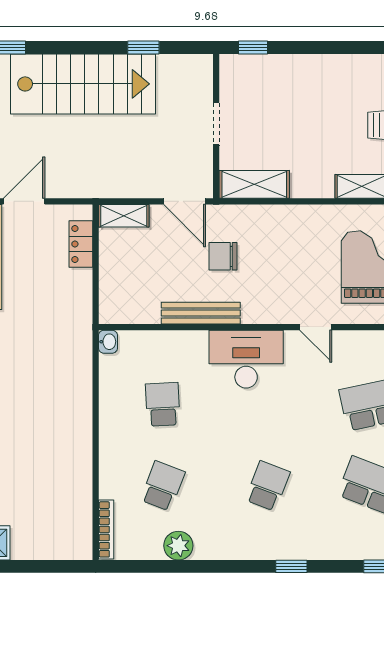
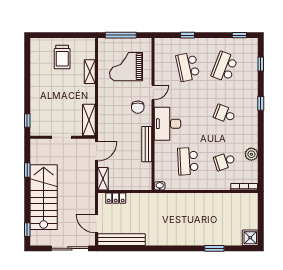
chair: (223, 256) -> (138, 107), moved
school desk: (163, 404) -> (188, 161), width x1.85
school desk: (163, 486) -> (225, 161), turned -39

